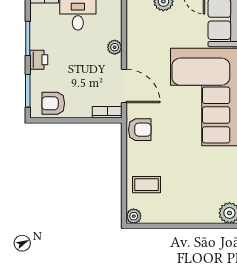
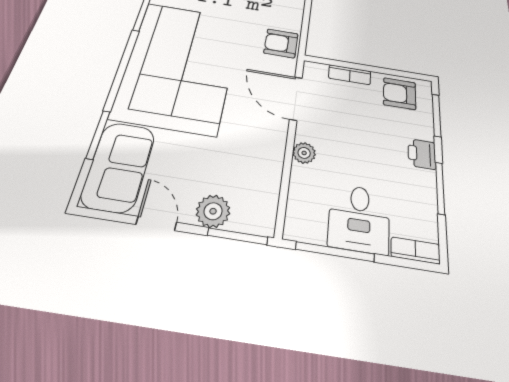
armchair: (53, 103) -> (400, 94), turned 180
bookcase: (107, 112) -> (350, 75), moved

